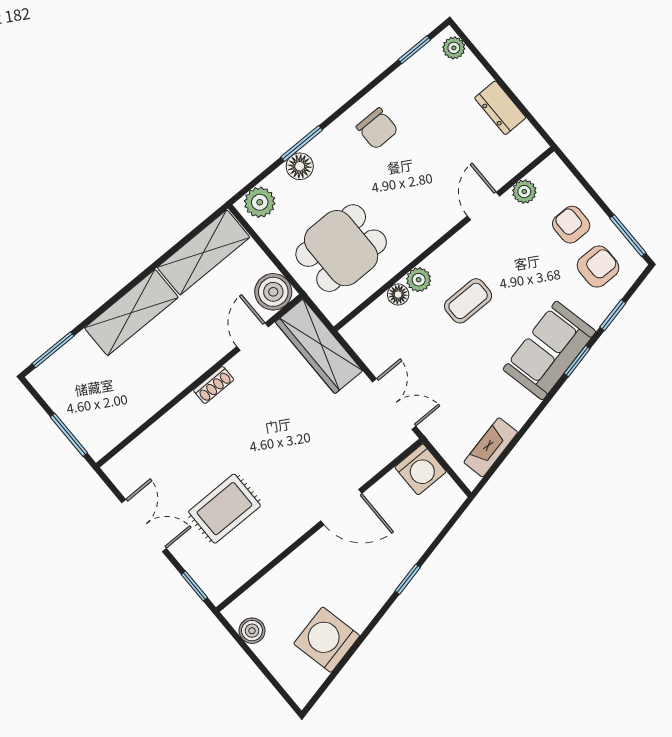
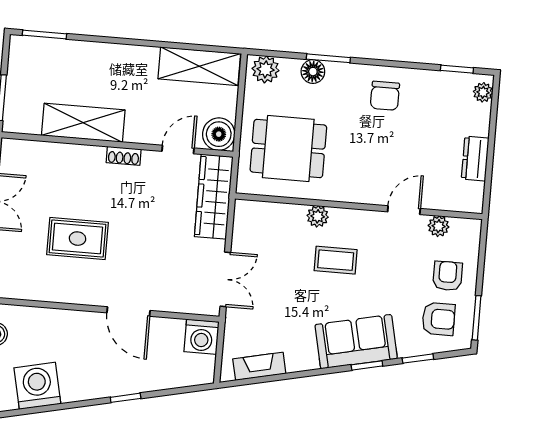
floor lamp: (398, 294) -> (296, 213), removed
shelving: (131, 313) -> (83, 123), moved
rug: (224, 509) -> (78, 239), moved

